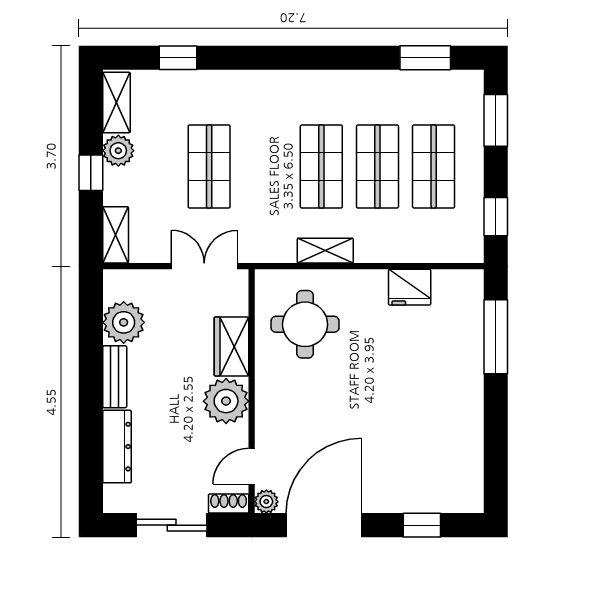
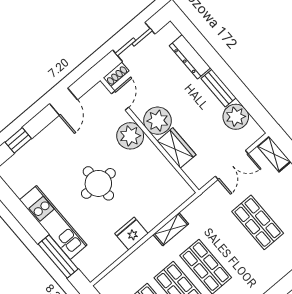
double door: (204, 266) -> (232, 165), moved
fridge: (410, 287) -> (131, 234), moved
round table: (305, 324) -> (98, 183), moved
kitchen unit: (466, 385) -> (53, 222), added
plant: (266, 502) -> (130, 136), moved, width x1.87, depth x1.87
door: (324, 525) -> (64, 102), width x0.53

